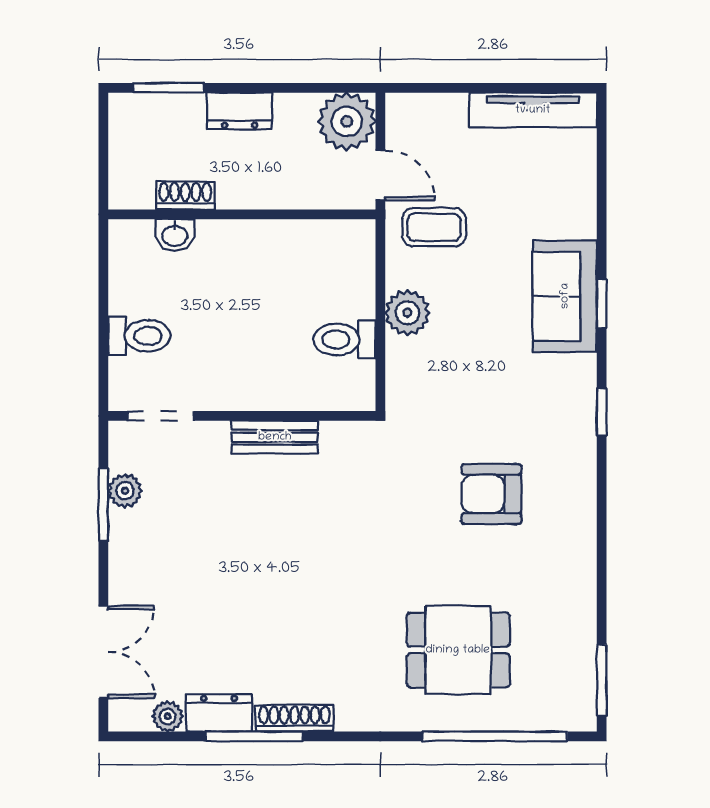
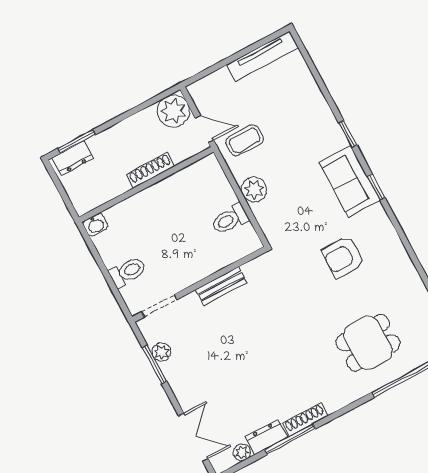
dresser: (240, 111) -> (73, 158), moved
shoe rack: (185, 195) -> (151, 170), moved, width x1.43
washbasin: (175, 235) -> (95, 225), moved
sofa: (565, 296) -> (349, 181), moved

